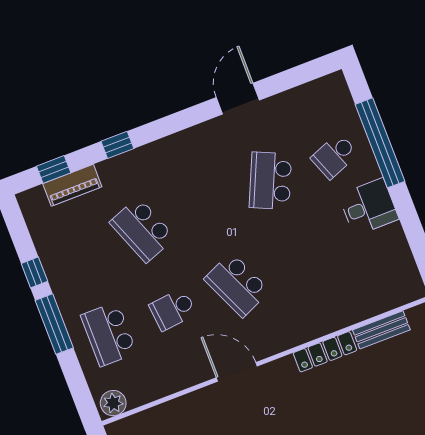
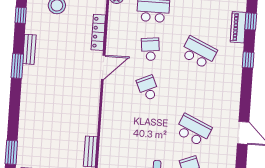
school desk: (142, 230) -> (199, 53), turned 45
school desk: (237, 285) -> (148, 88), width x0.54
locker: (325, 352) -> (98, 32), moved

